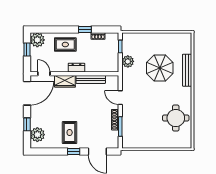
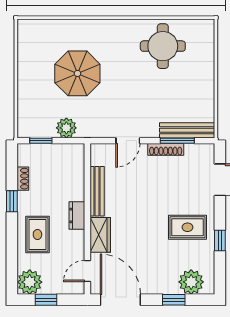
bench: (187, 70) -> (187, 130), moved
window: (74, 151) -> (220, 241), moved

